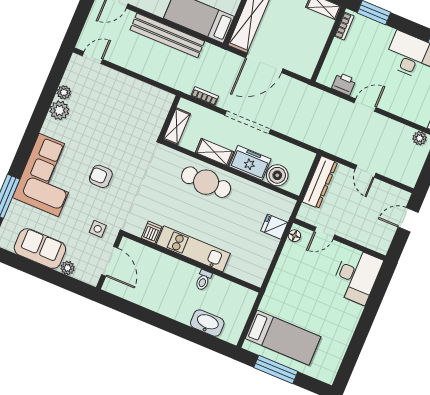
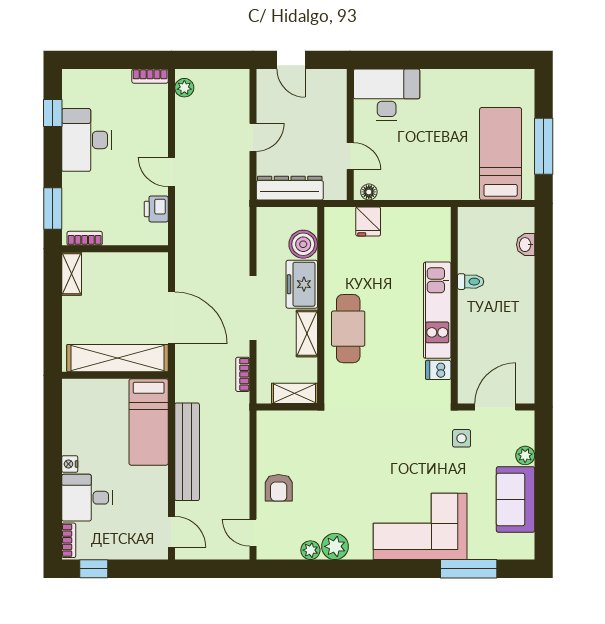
armchair: (101, 176) -> (279, 488), moved
washbasin: (207, 323) -> (526, 245), width x0.52, depth x0.69

